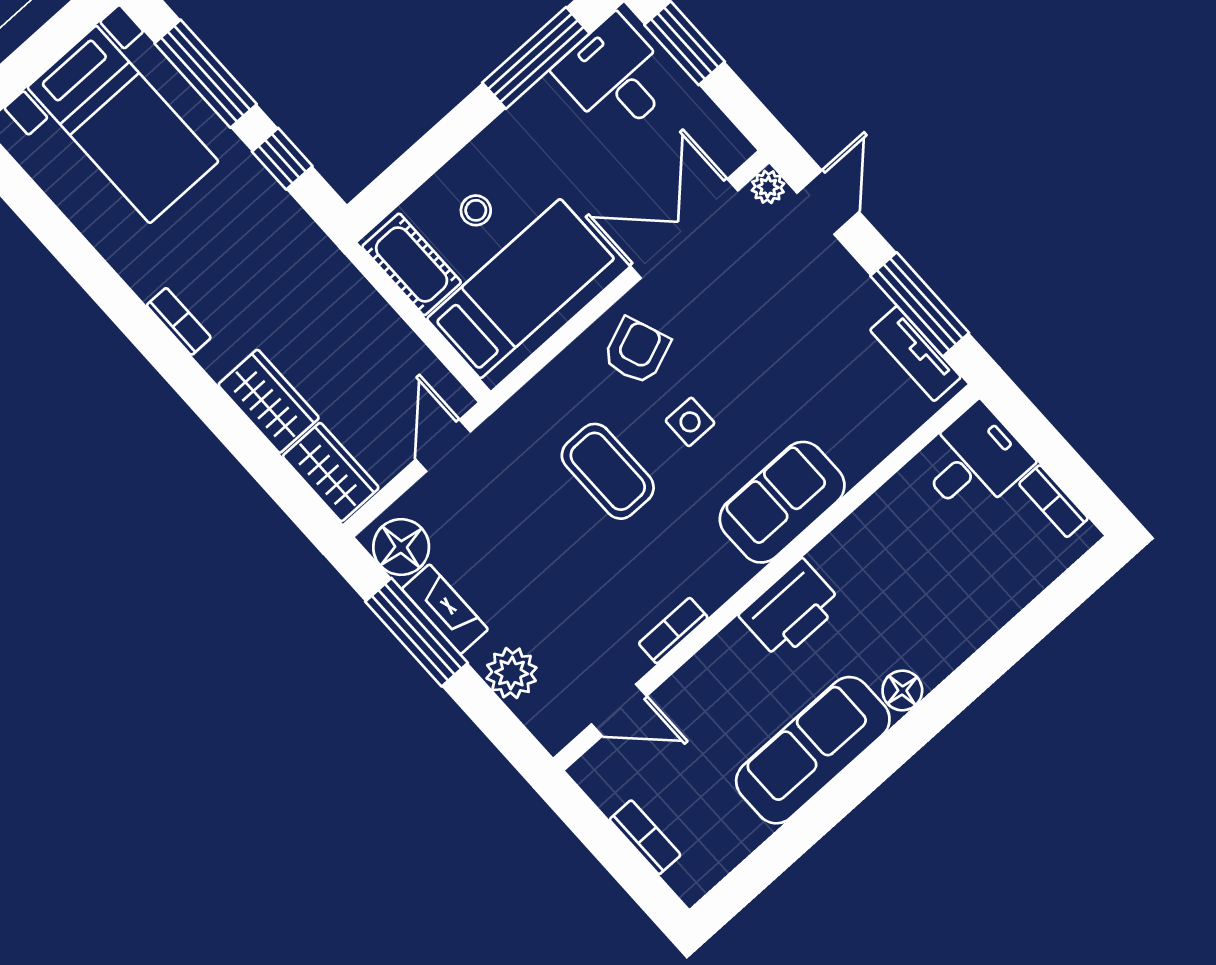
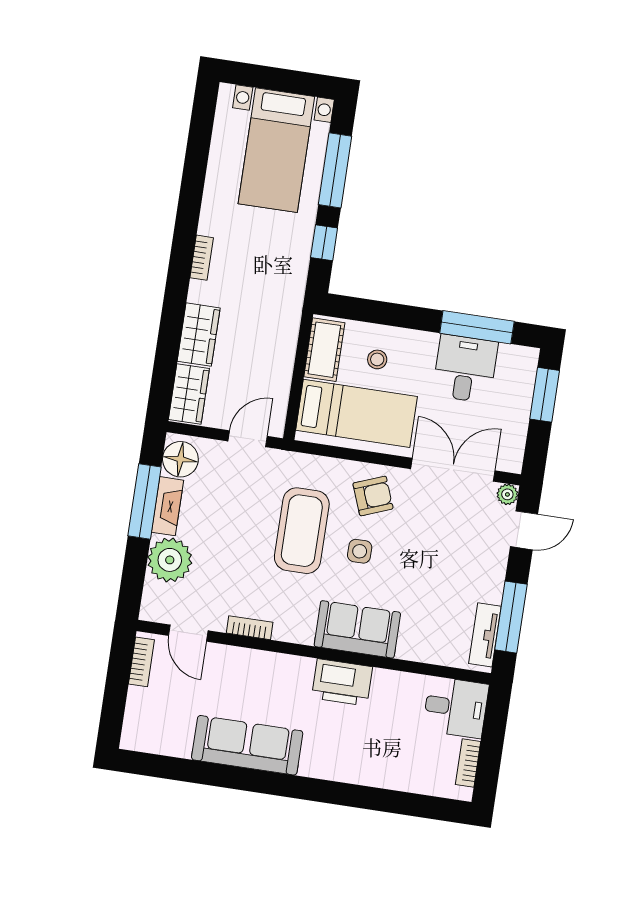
desk: (615, 76) -> (465, 369), moved
coffee table: (608, 471) -> (302, 531), width x1.36, depth x1.32
printer: (791, 609) -> (342, 682), moved
plant: (512, 673) -> (170, 560), width x1.36, depth x1.36
floor lamp: (902, 690) -> (313, 765), removed
bookcase: (645, 837) -> (141, 662), moved

